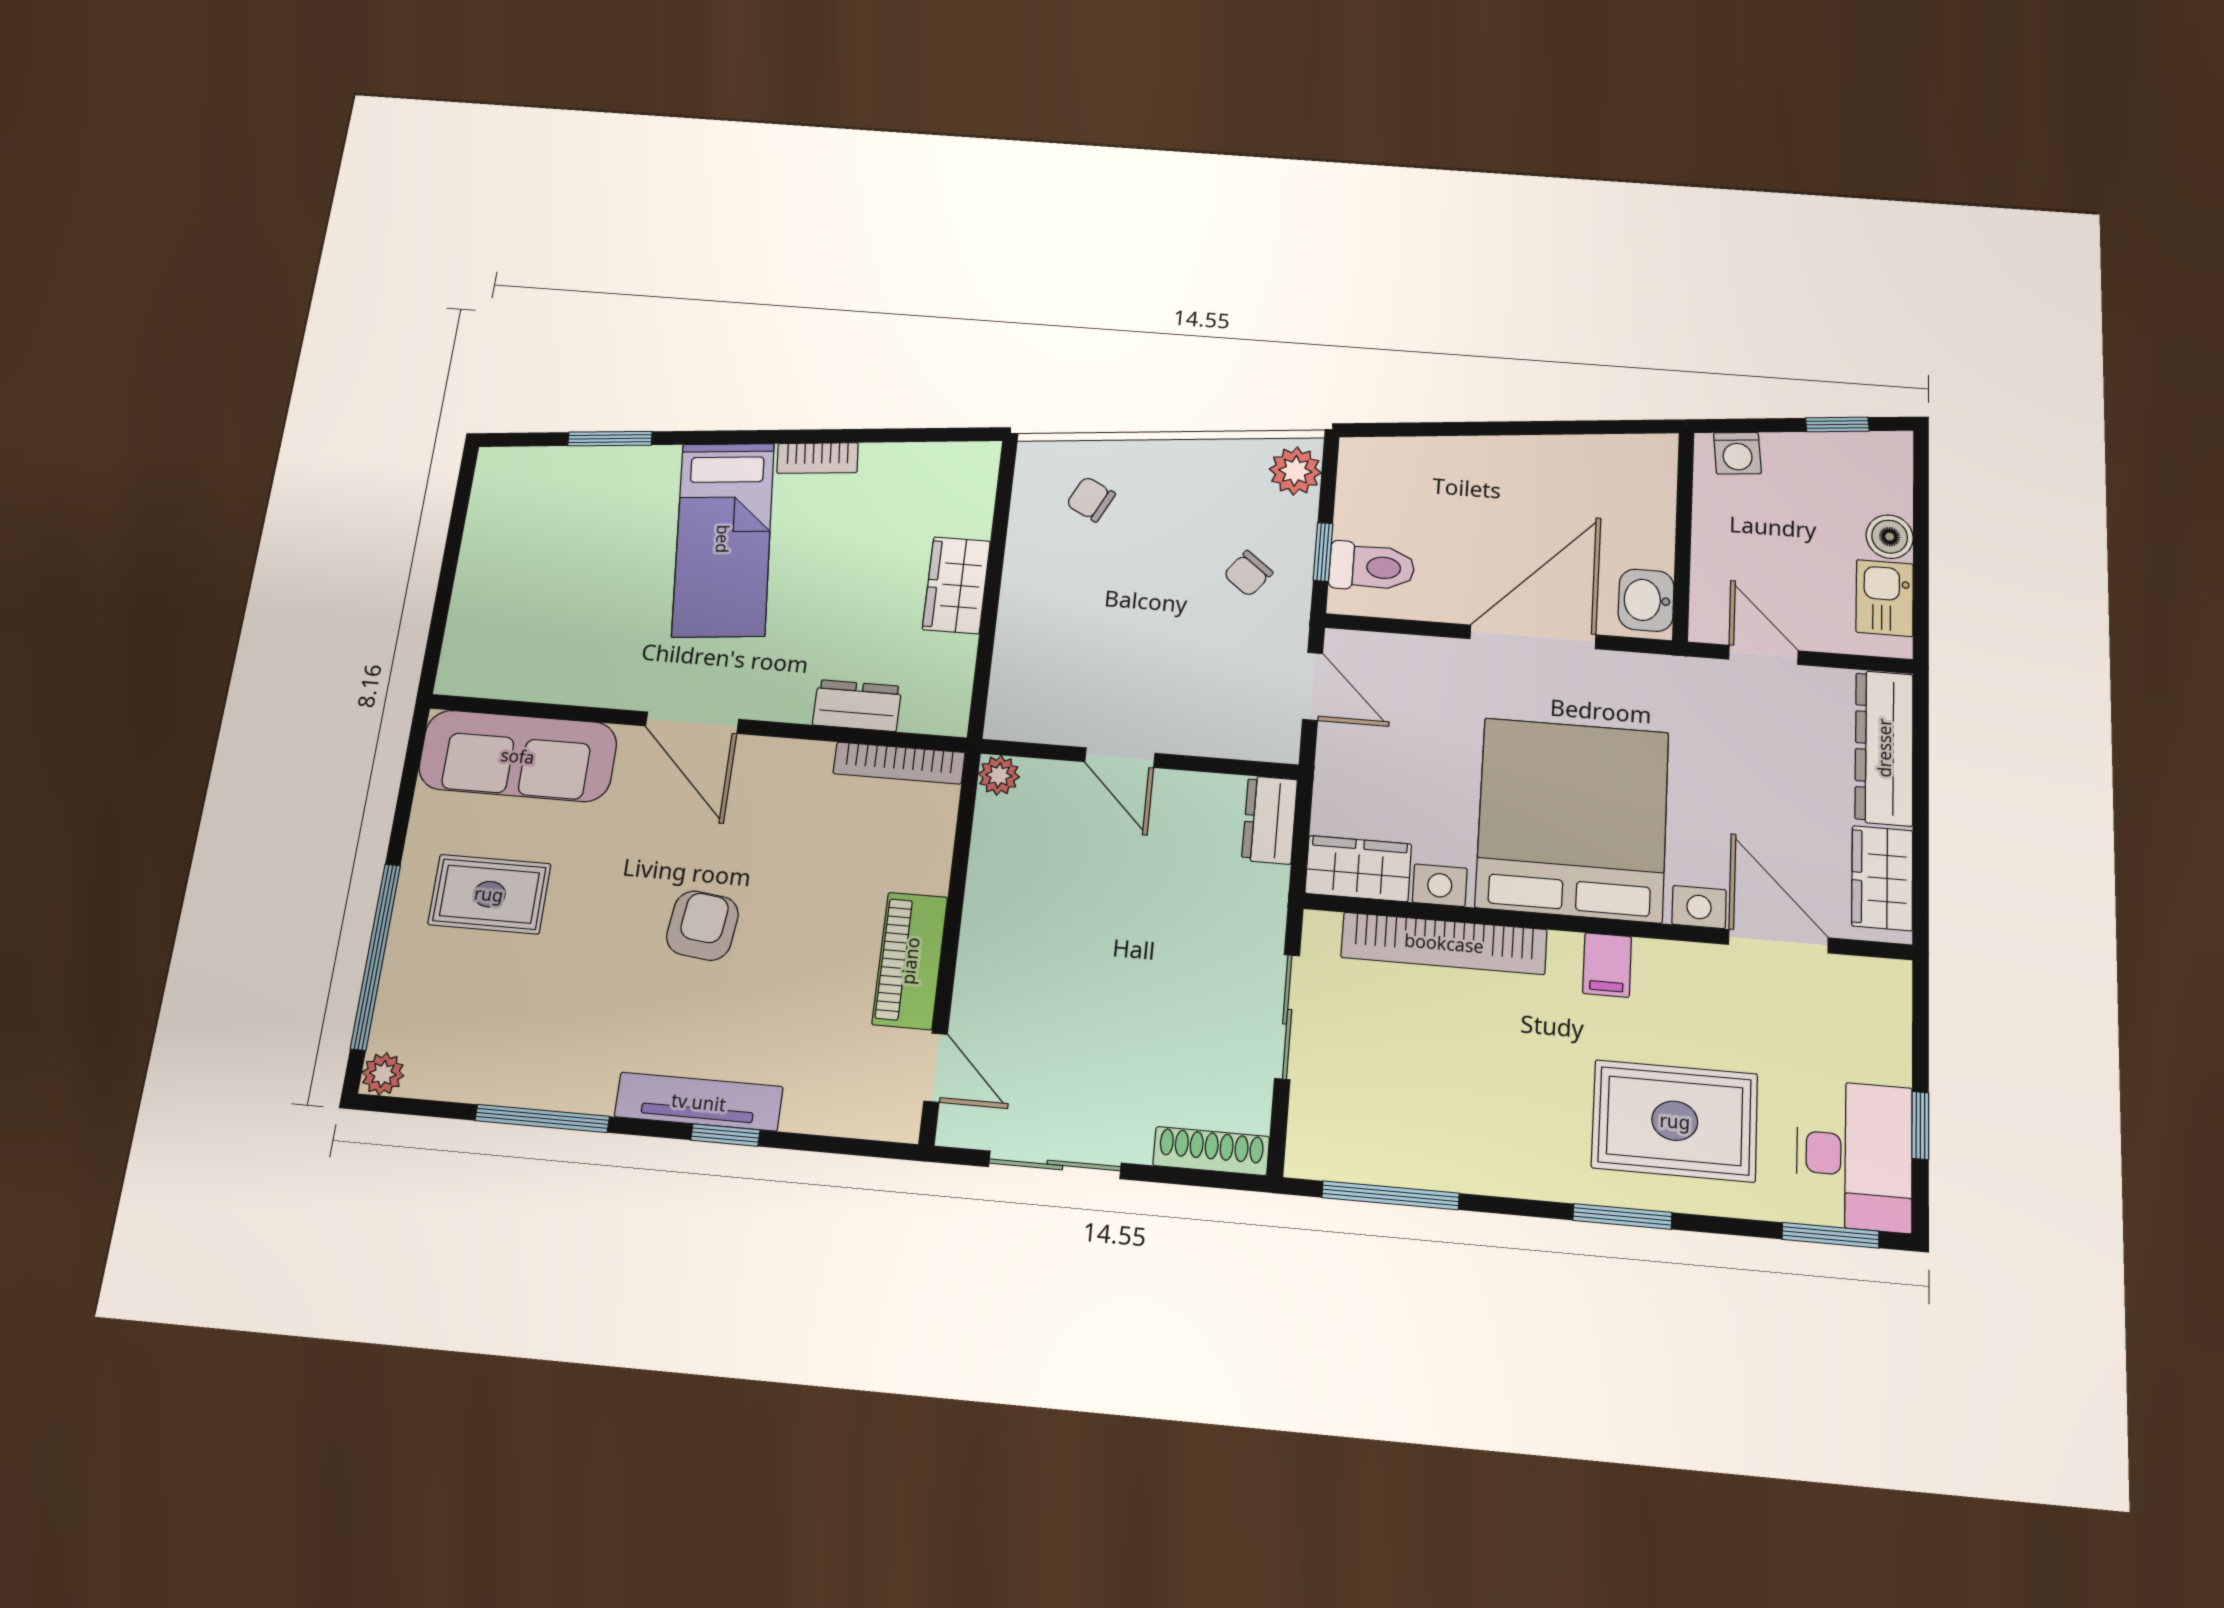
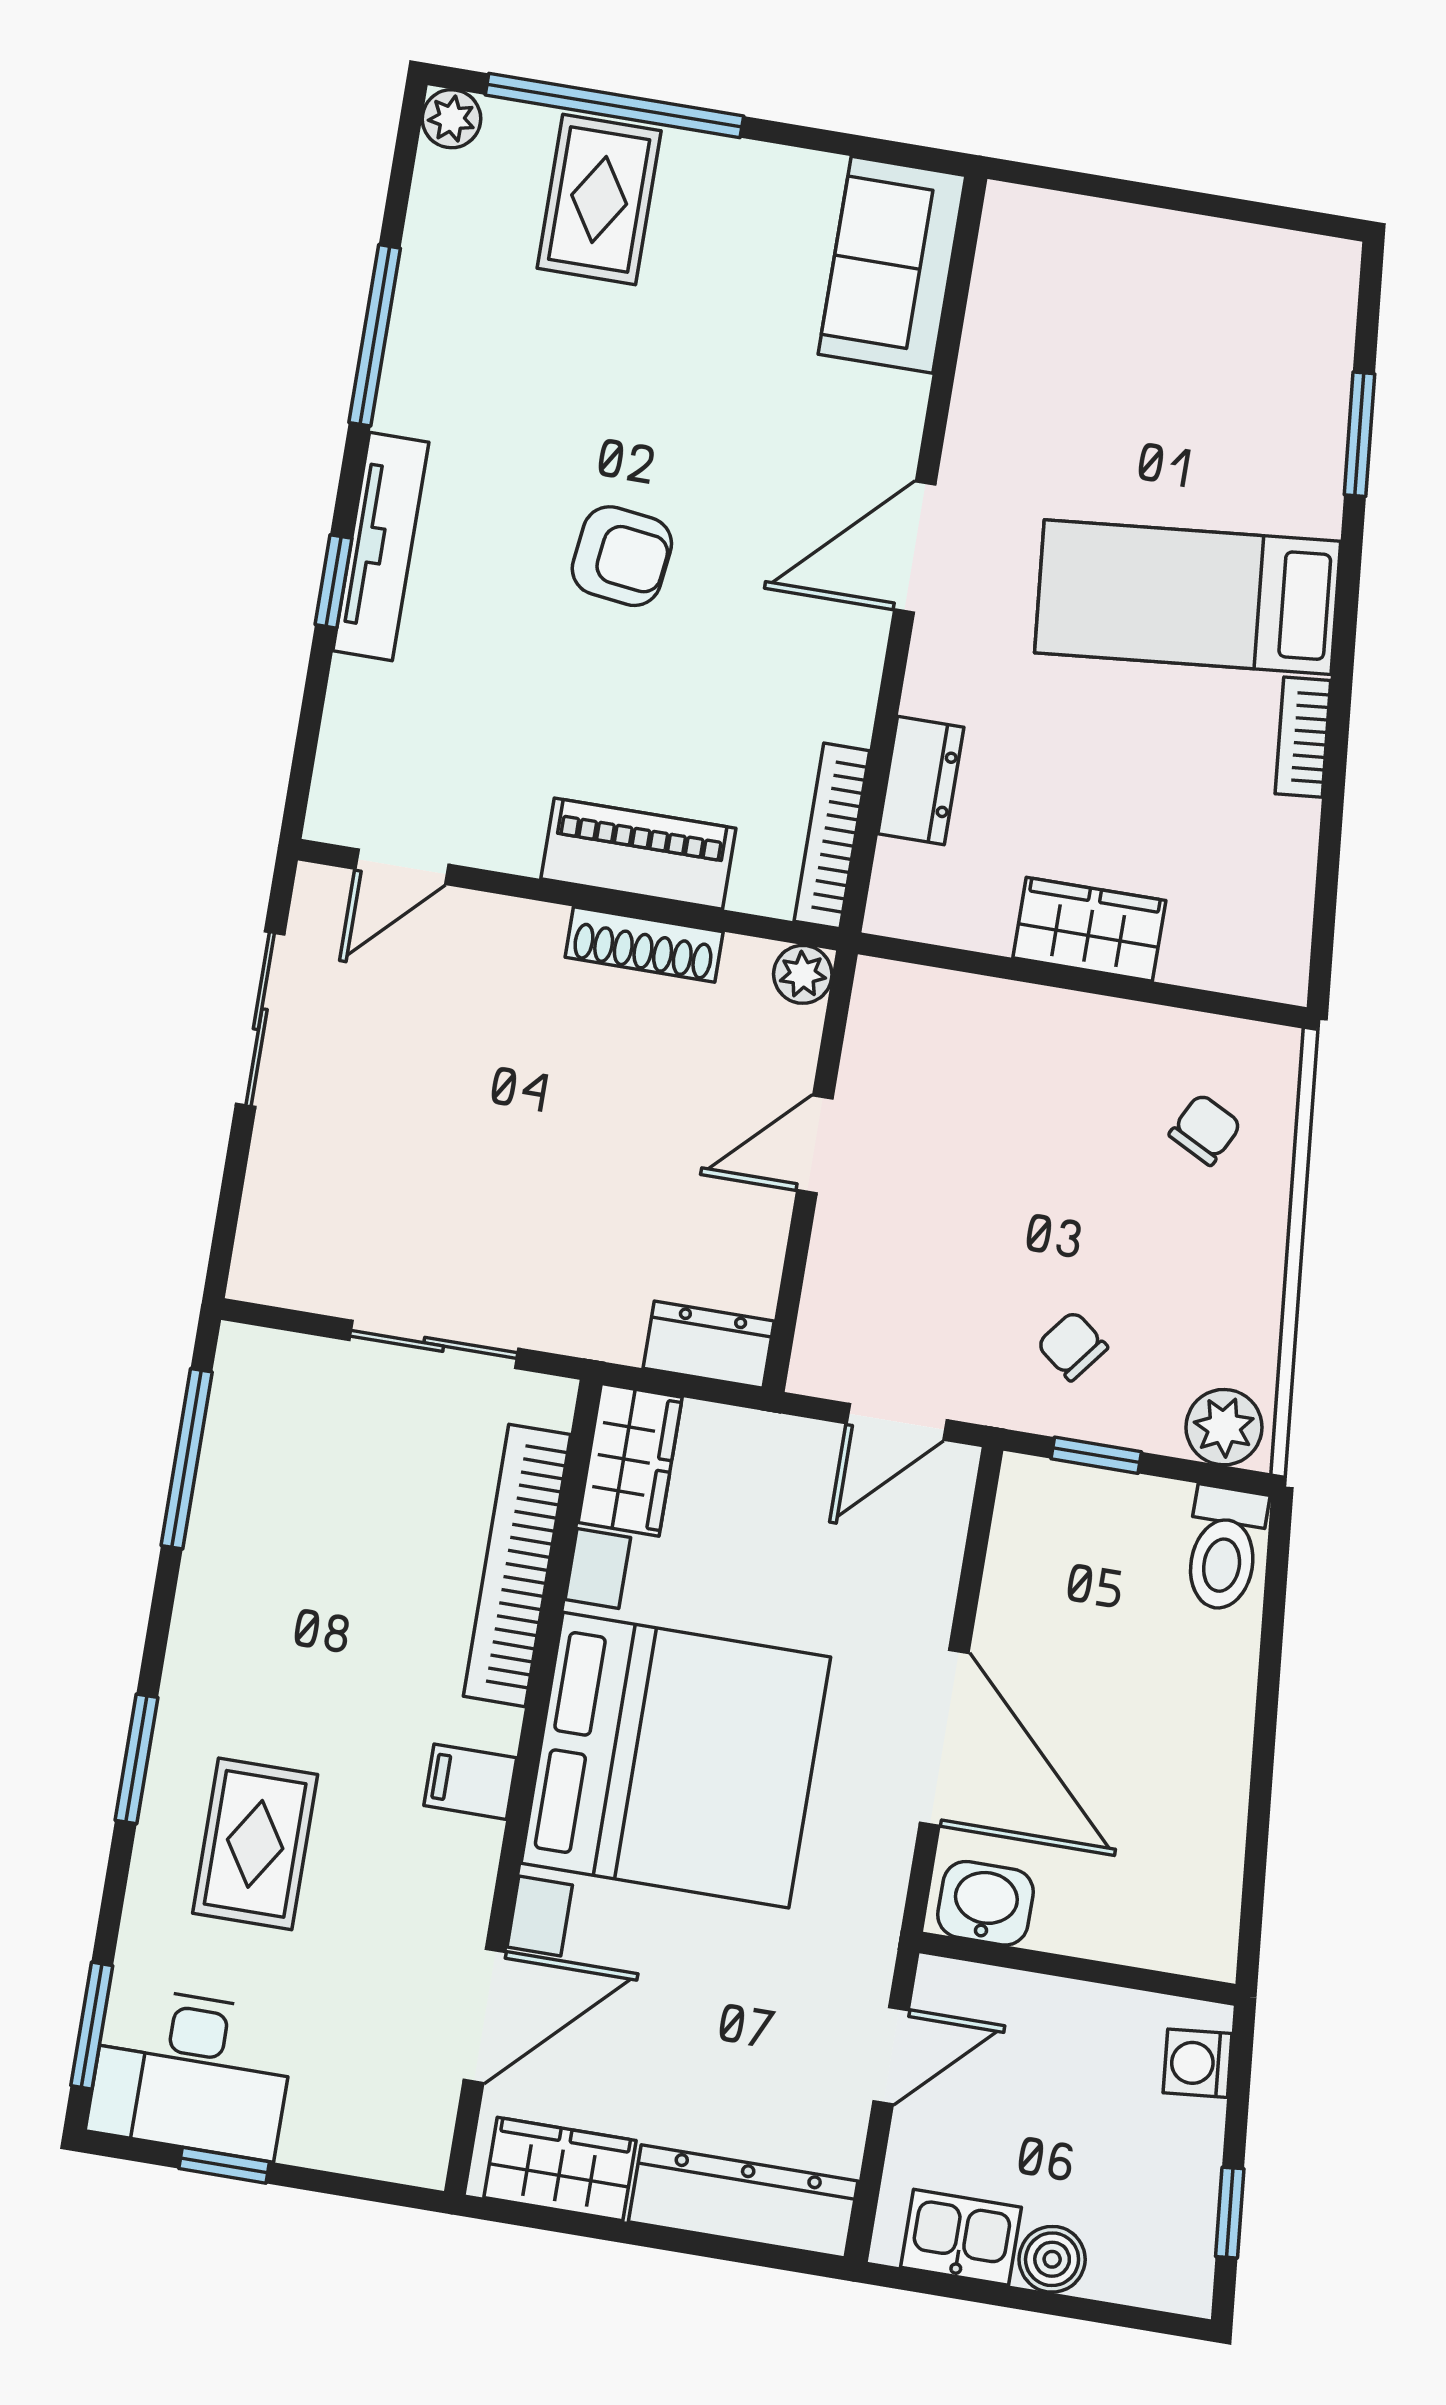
toilet: (1372, 567) -> (1224, 1549), moved
sofa: (518, 756) -> (892, 265), width x0.73
rug: (489, 894) -> (599, 199), moved
piano: (910, 961) -> (638, 854), moved
rug: (1675, 1121) -> (255, 1844), width x0.73, depth x0.70
shoe rack: (1211, 1151) -> (644, 945), moved, turned 90

